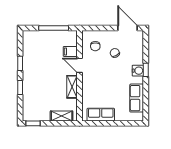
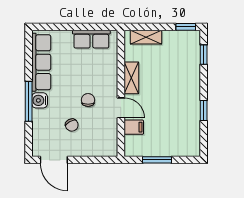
window: (54, 28) -> (157, 160), width x0.69
chair: (95, 46) -> (88, 100), moved
window: (146, 70) -> (29, 101), width x2.17
window: (20, 88) -> (204, 55), moved
row of seats: (137, 98) -> (41, 62), width x1.48

